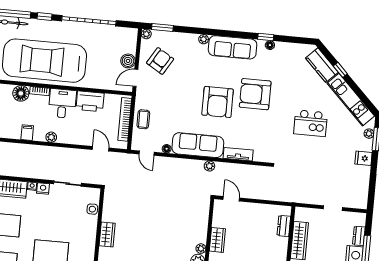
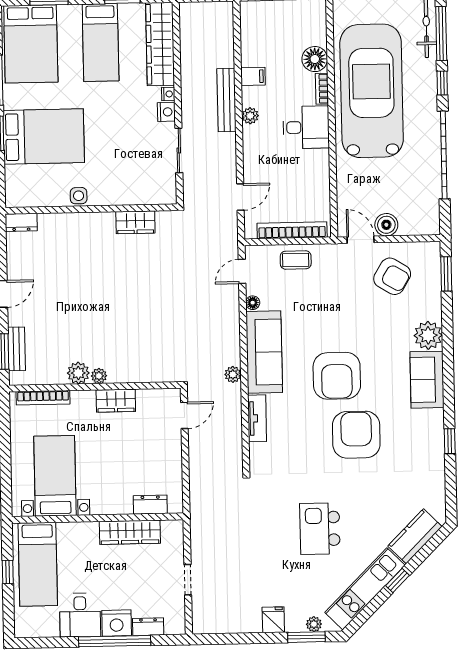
plant: (146, 34) -> (433, 249), removed
plant: (204, 39) -> (428, 335), width x1.88, depth x1.88
floor lamp: (270, 45) -> (438, 449), removed
sofa: (233, 47) -> (427, 380), width x0.73
window: (340, 70) -> (397, 580), moved
printer: (90, 101) -> (315, 171), removed
armchair: (218, 102) -> (337, 376), turned -90
bench: (40, 151) -> (227, 100), added
side table: (92, 209) -> (79, 196), moved
wardrobe: (107, 234) -> (135, 222), moved

